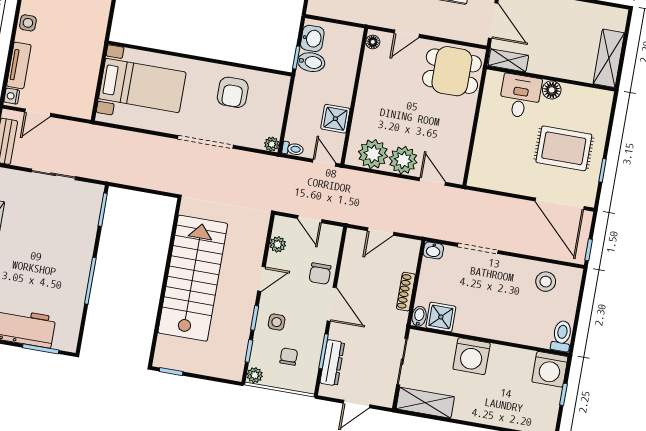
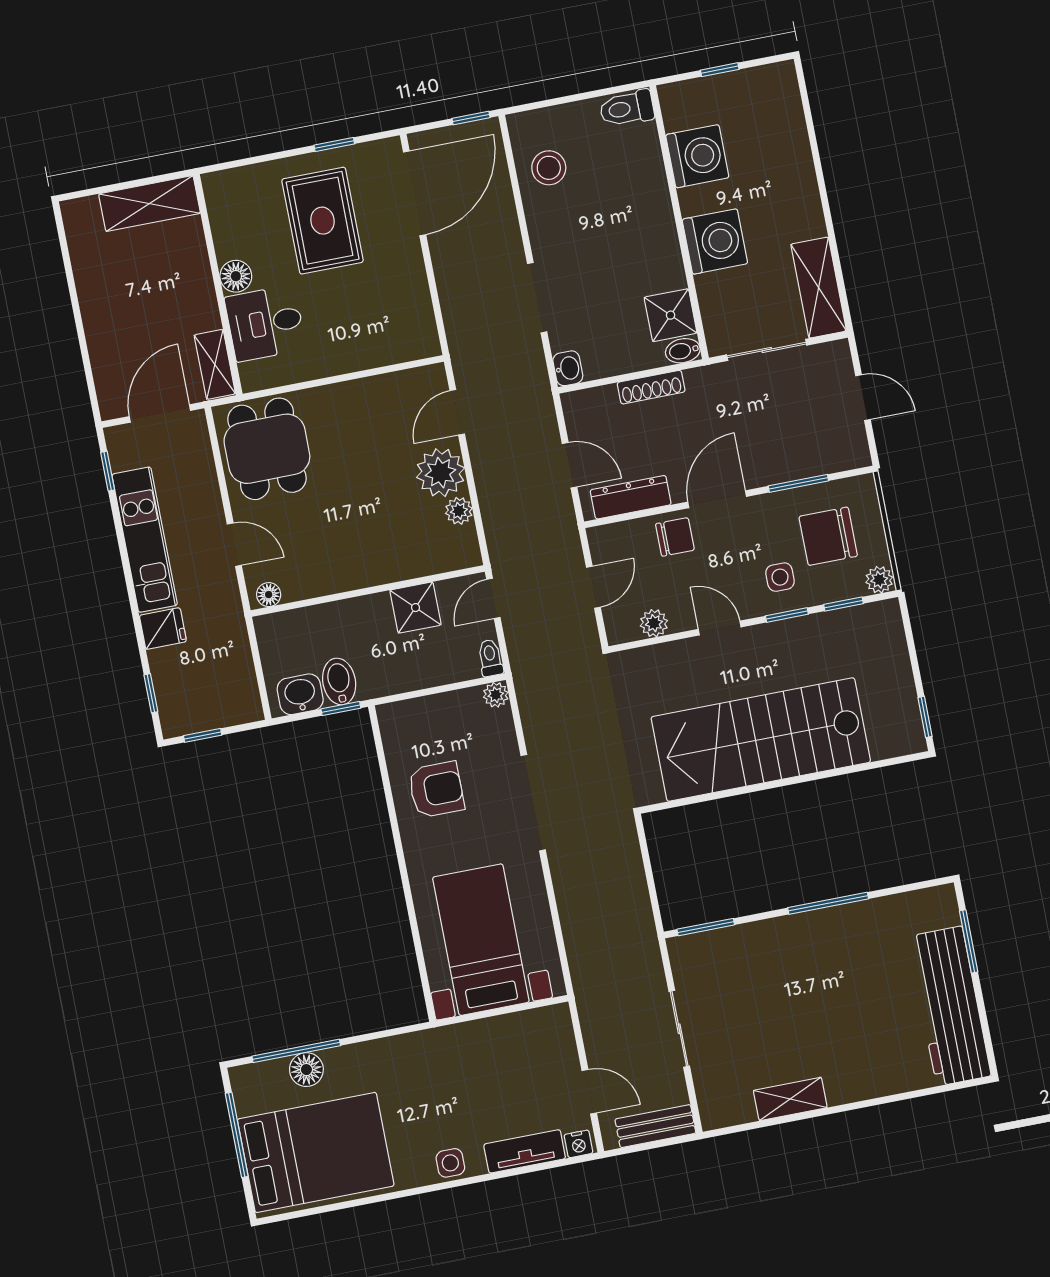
plant: (373, 154) -> (459, 511), width x0.53, depth x0.53
chair: (289, 357) -> (828, 536), width x1.87, depth x1.87
dresser: (332, 363) -> (631, 497), moved
washing machine: (550, 369) -> (697, 156), moved

